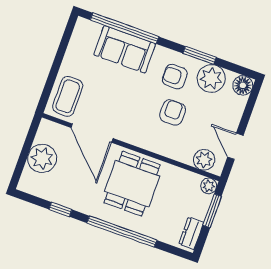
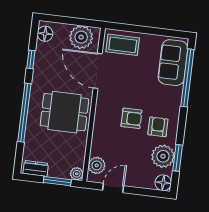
sofa: (125, 49) -> (173, 63), moved
window: (199, 55) -> (178, 158), moved
armchair: (173, 113) -> (131, 118), moved
door: (92, 133) -> (98, 71), hinge flipped
plant: (42, 158) -> (81, 37), moved
floor lamp: (34, 186) -> (45, 34), added

